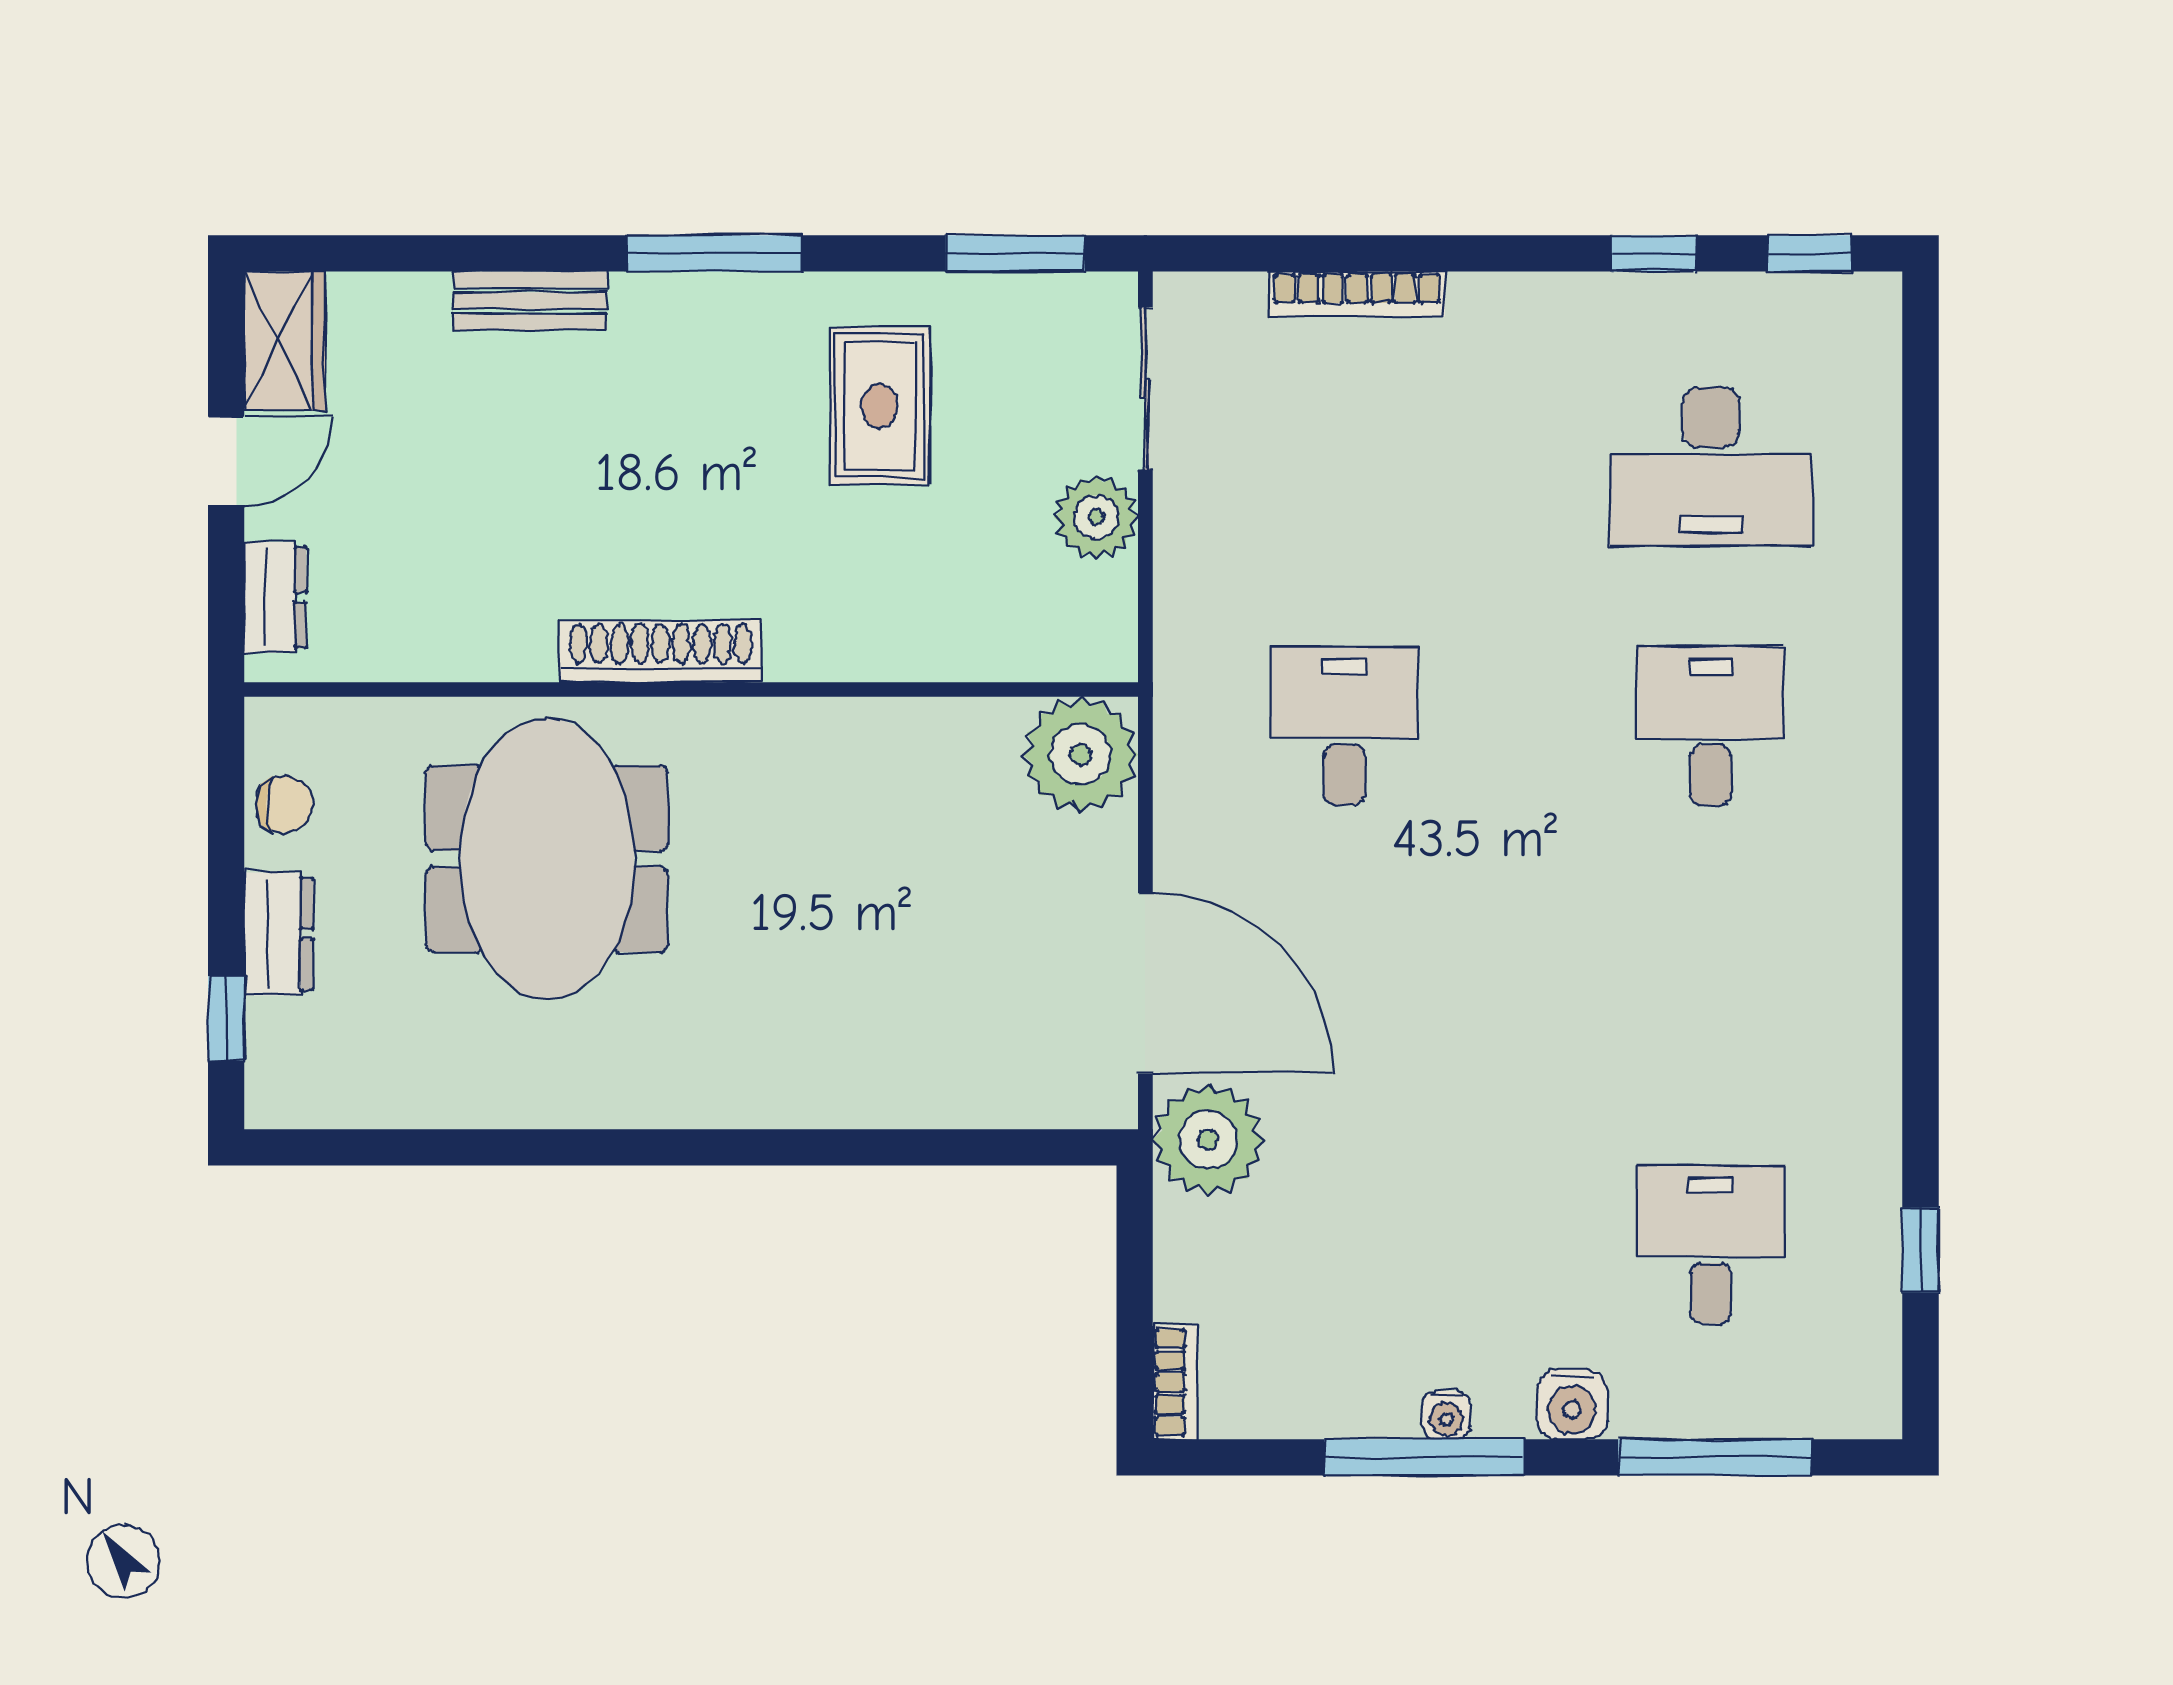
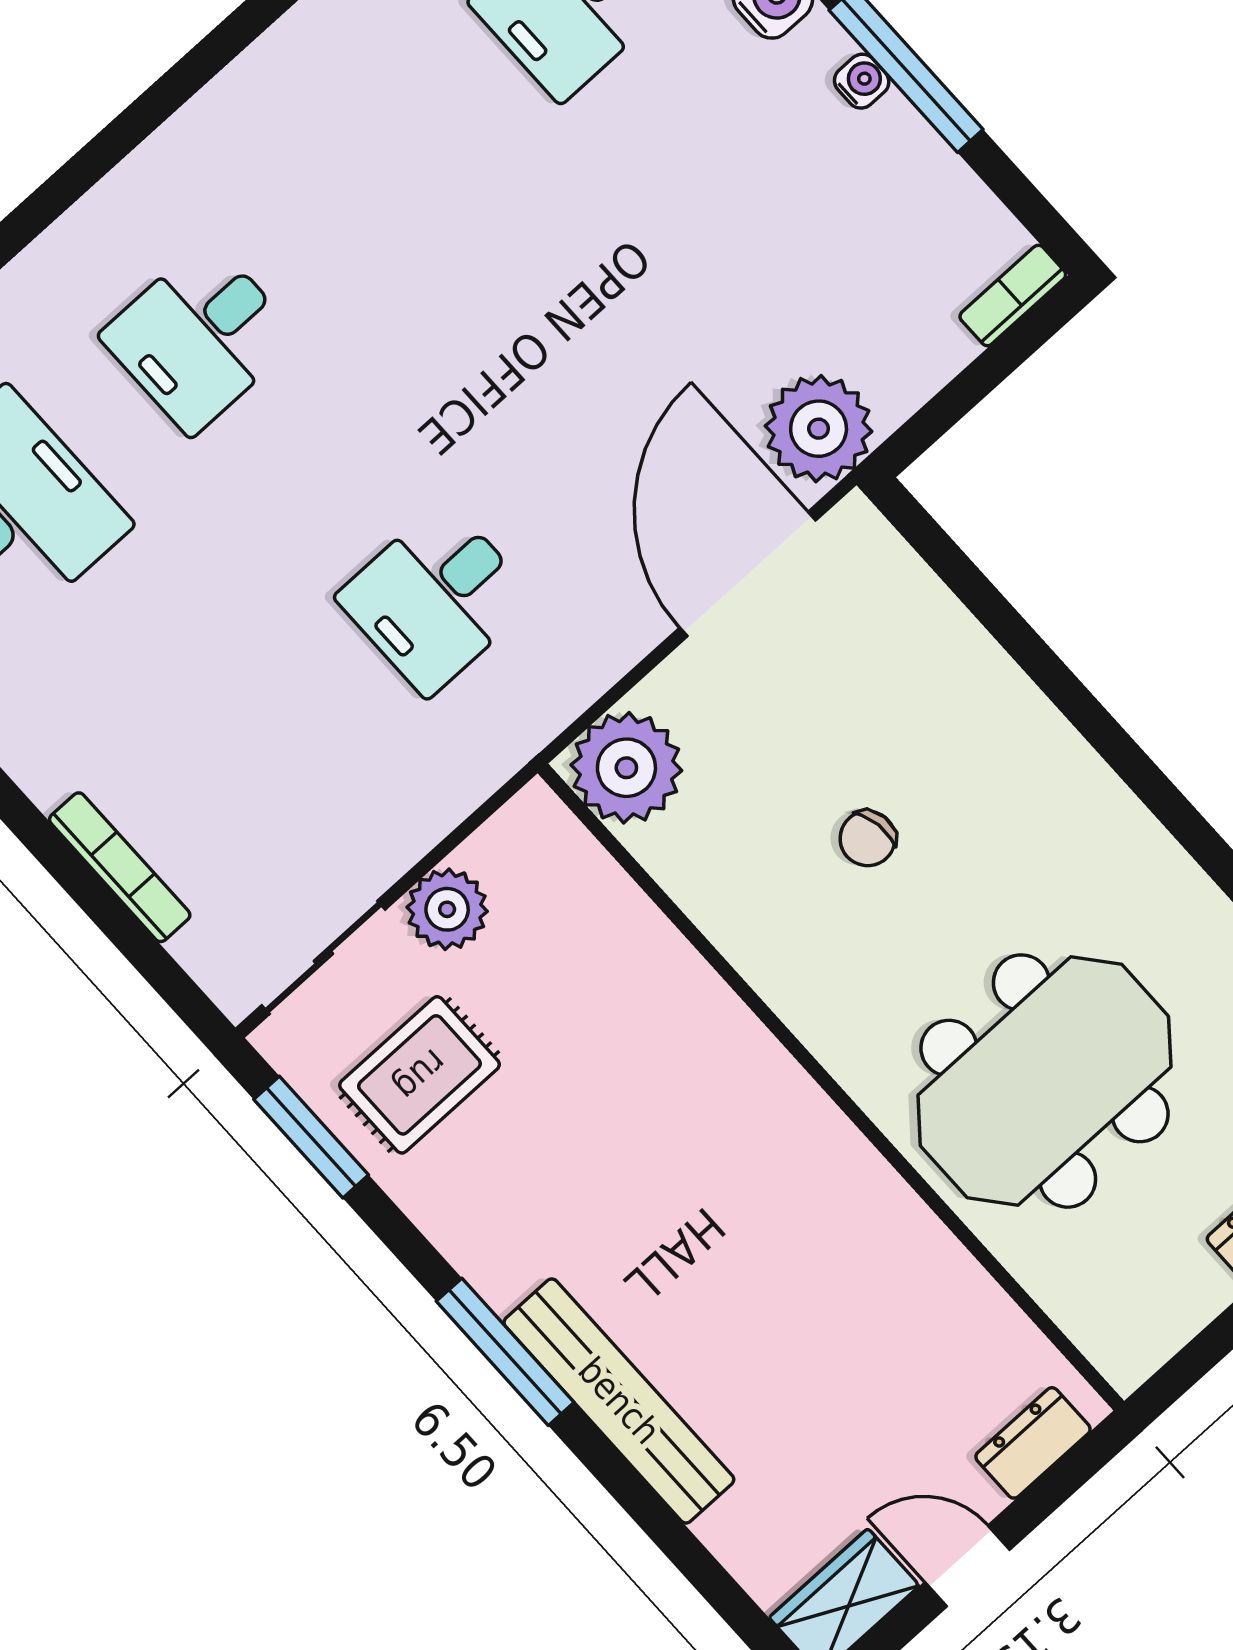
bench: (530, 301) -> (619, 1401), width x1.86, depth x1.21
rug: (880, 406) -> (420, 1075), moved
shoe rack: (661, 651) -> (823, 1134), removed
chair: (284, 804) -> (868, 838), moved, turned -99

